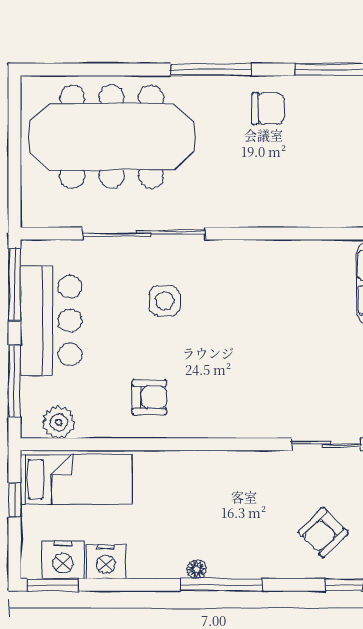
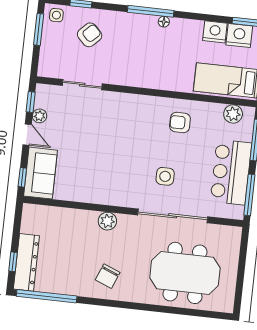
window: (211, 70) -> (124, 305), removed
chair: (268, 109) -> (108, 276), moved, turned -68
meeting table: (112, 137) -> (185, 273), width x0.73
plant: (256, 212) -> (107, 221), added

